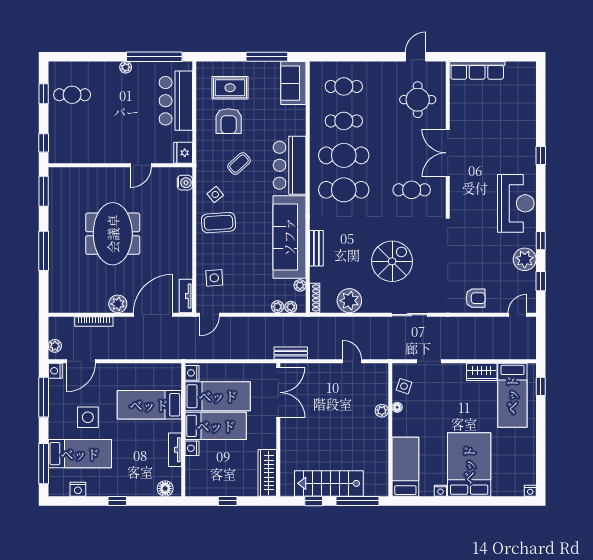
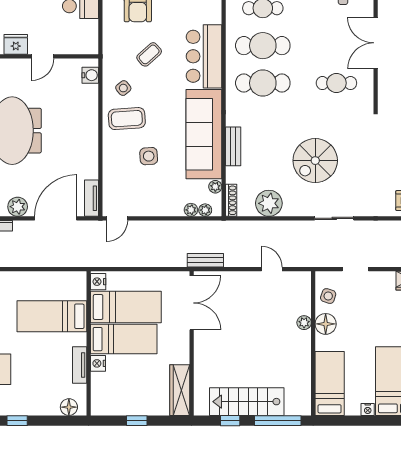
fridge: (183, 153) -> (16, 44), moved, turned 90
spiral stairs: (392, 261) -> (315, 161), turned 180
side table: (214, 278) -> (149, 156), moved
floor lamp: (397, 407) -> (326, 324), width x1.89, depth x1.89

